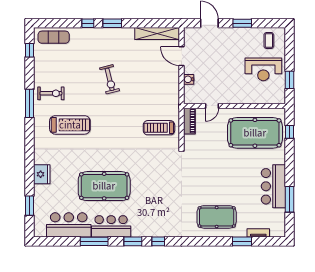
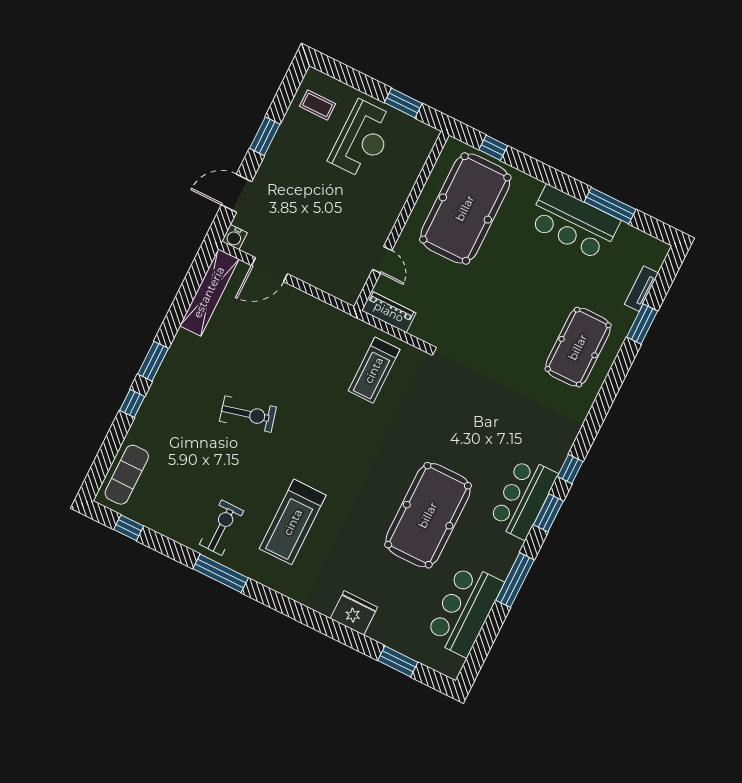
water cooler: (189, 79) -> (235, 237), moved
treadmill: (70, 125) -> (293, 522), turned 180
bar counter: (111, 226) -> (523, 498), moved

